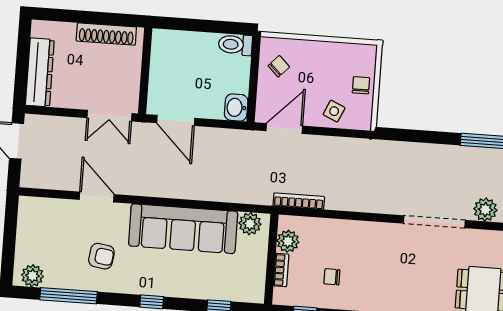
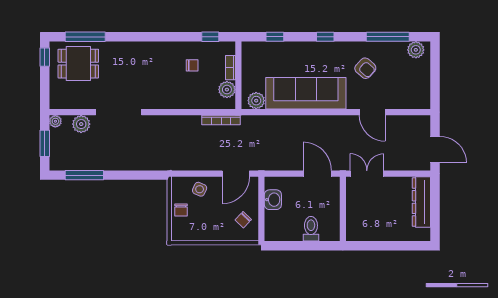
shoe rack: (106, 34) -> (374, 234), removed
toilet: (235, 45) -> (311, 229), moved, turned -90
washbasin: (236, 107) -> (273, 200), moved
armchair: (101, 256) -> (365, 68), turned -146

